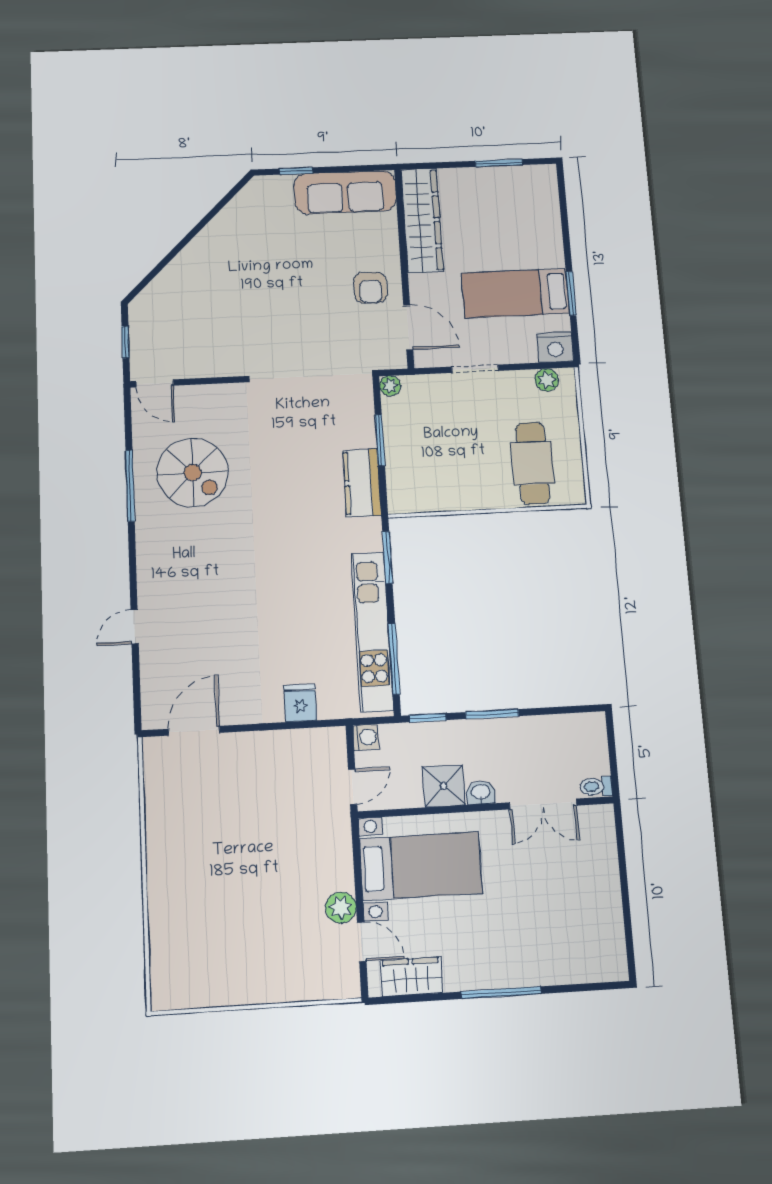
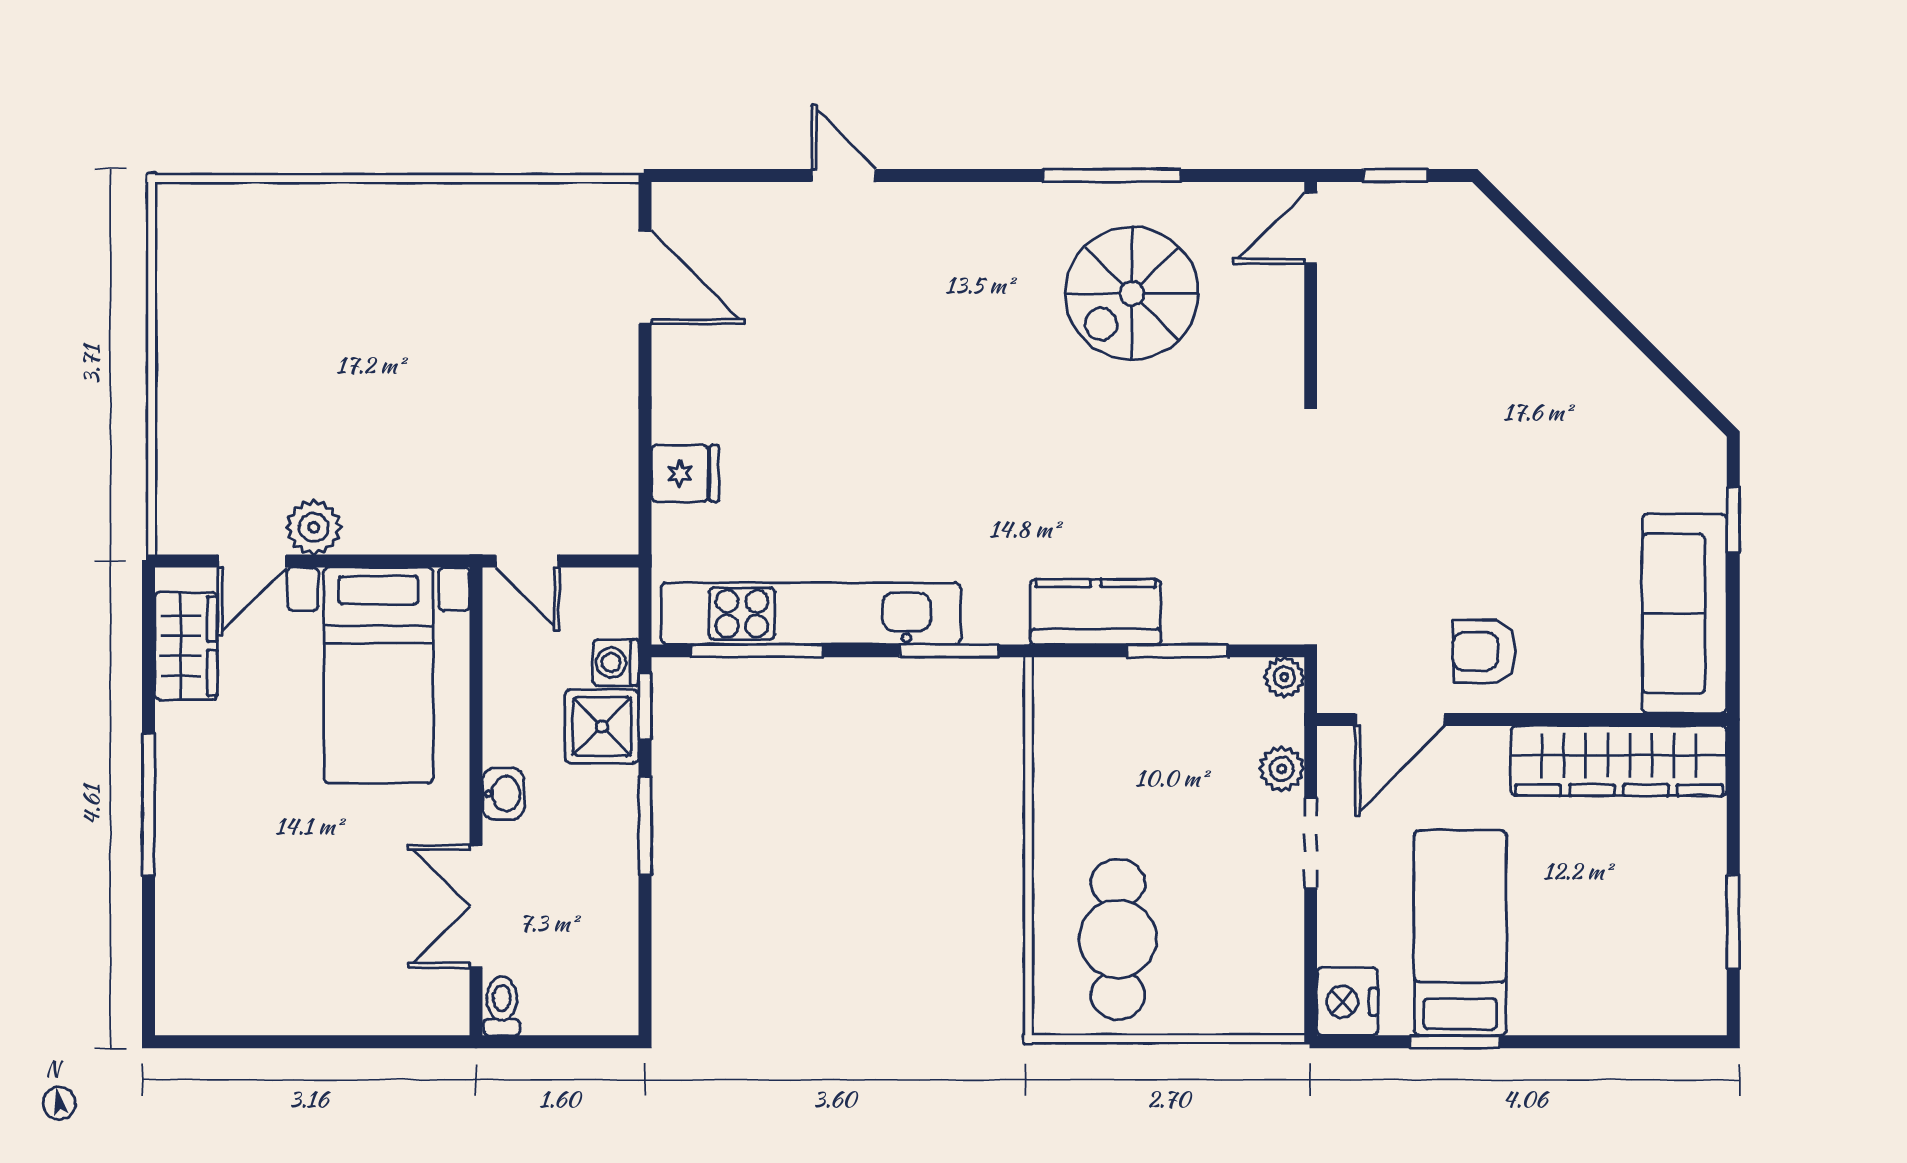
plant: (547, 380) -> (1282, 769), moved
cafe table: (533, 463) -> (1118, 939), turned 90
washing machine: (366, 737) -> (616, 662), moved, turned 90
shower: (444, 786) -> (602, 726), moved

